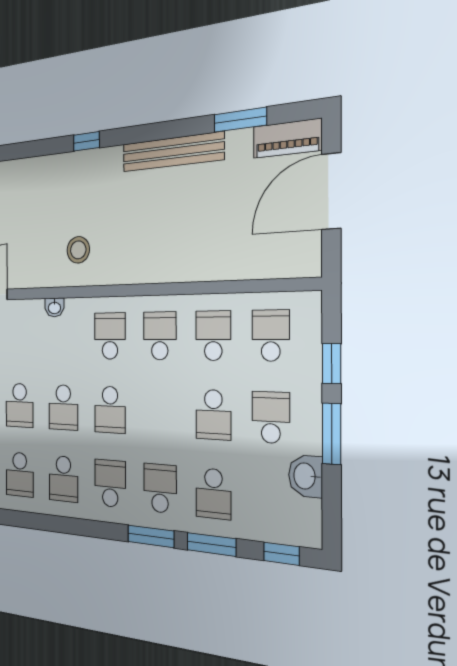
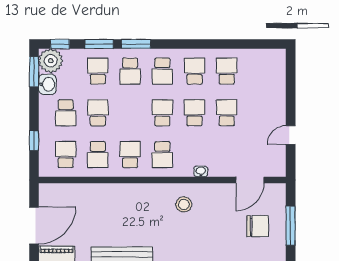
school desk: (160, 336) -> (130, 155), turned 180
school desk: (271, 336) -> (66, 155), turned 180
window: (332, 434) -> (34, 72), moved
plant: (299, 523) -> (51, 61), added

